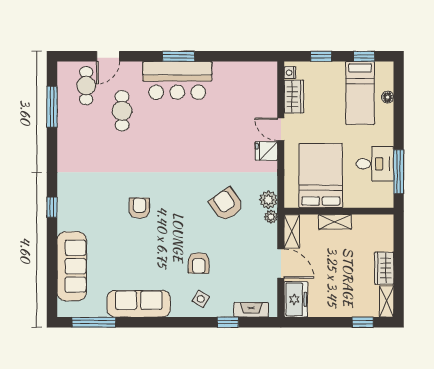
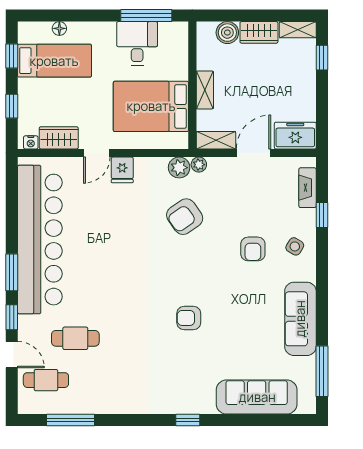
window: (140, 56) -> (12, 317), added
bar counter: (177, 80) -> (40, 240), width x1.86
boiler: (384, 241) -> (227, 33), added
armchair: (199, 263) -> (253, 249), turned 90

